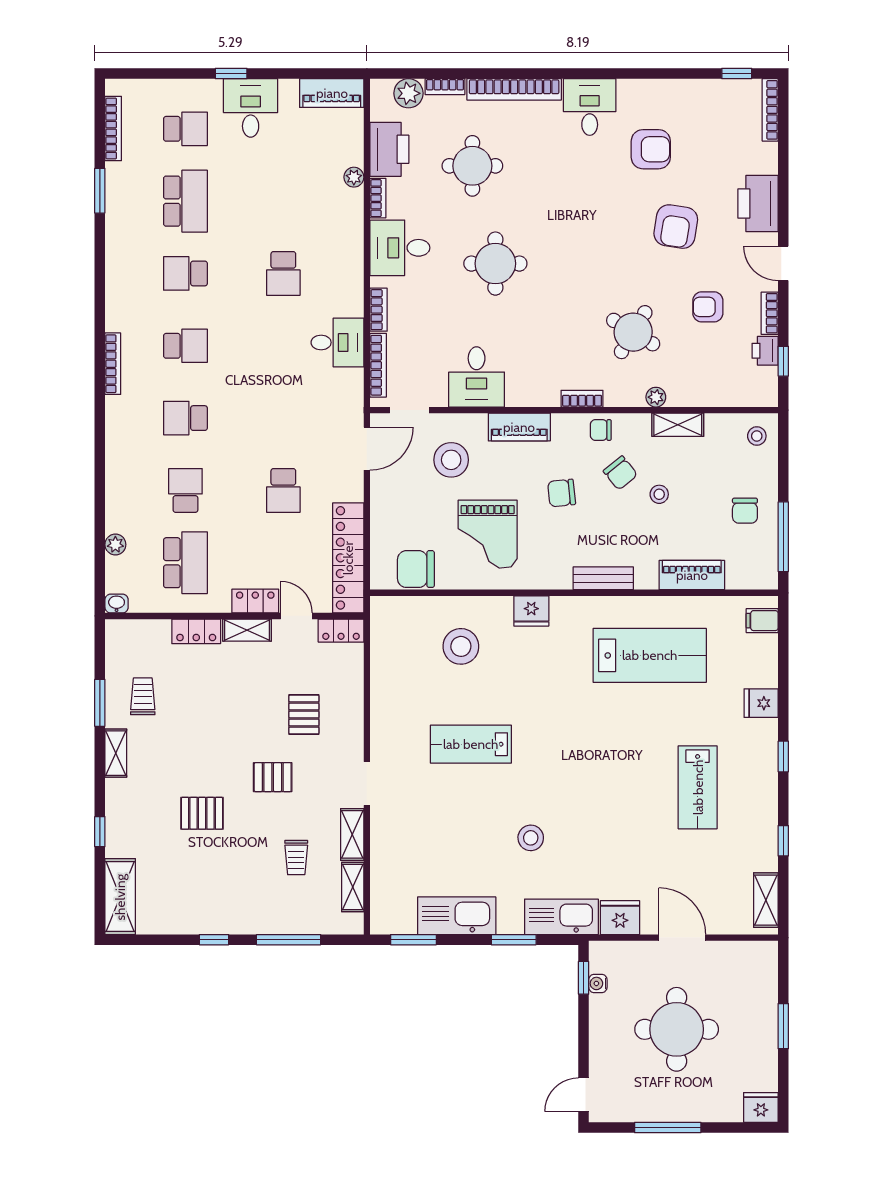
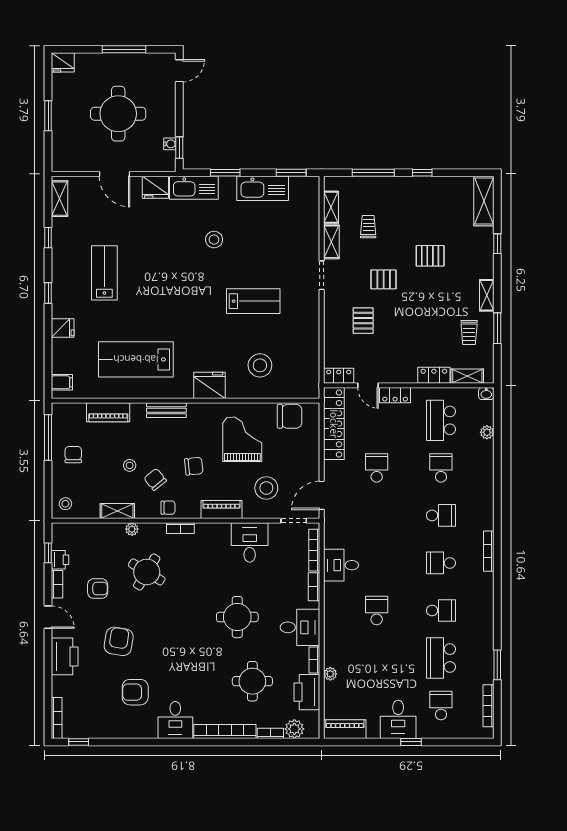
school desk: (185, 129) -> (441, 706), turned 90
school desk: (185, 490) -> (441, 468), turned 180
fridge: (531, 611) -> (210, 385), width x1.36, depth x1.34
shelving: (247, 630) -> (467, 376), moved

